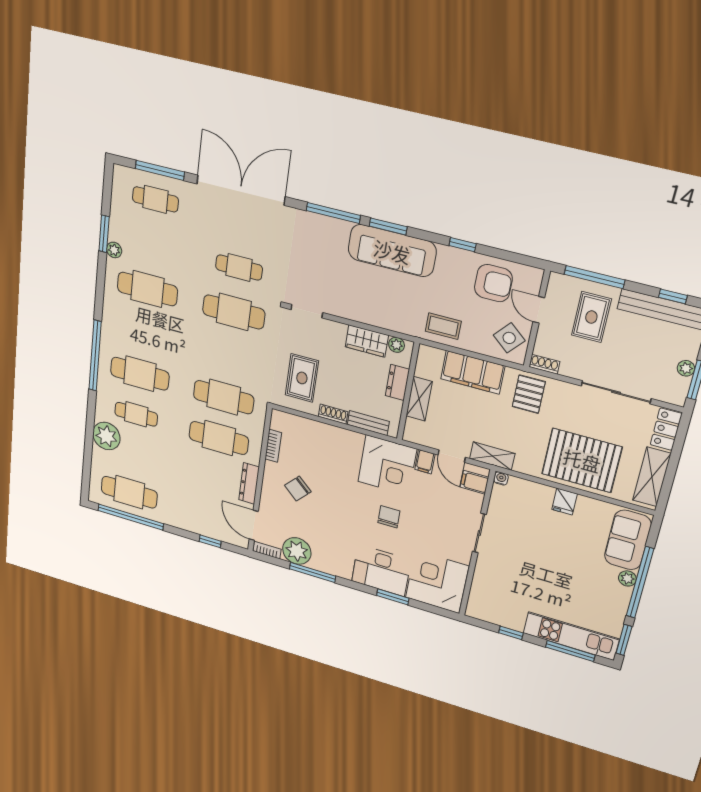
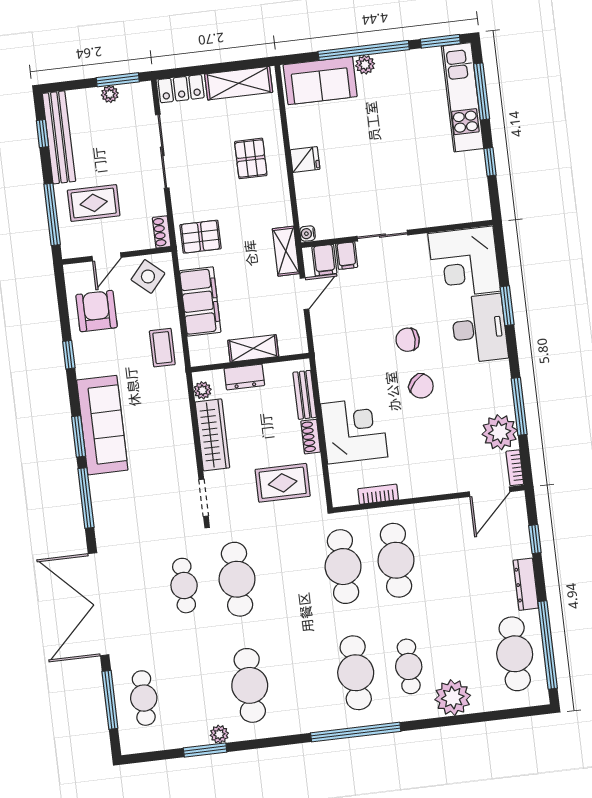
wardrobe: (367, 341) -> (212, 435), width x1.50
pallet: (582, 460) -> (251, 158), width x0.49, depth x0.50
filing cabinet: (425, 462) -> (347, 256), moved, turned 90
corner desk: (387, 465) -> (354, 430), moved
dresser: (249, 483) -> (526, 584), moved, turned 90
chair: (298, 489) -> (421, 386), moved

